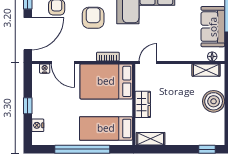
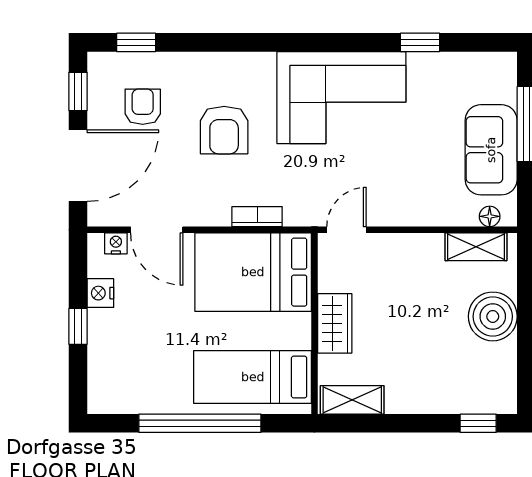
armchair: (93, 18) -> (224, 130), turned 180
nightstand: (38, 125) -> (100, 293), moved

